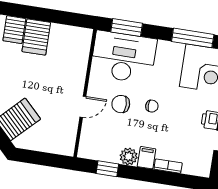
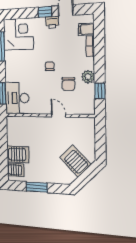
desk: (123, 57) -> (17, 98), width x0.73, depth x0.77
chair: (121, 104) -> (68, 84), moved
filing cabinet: (147, 158) -> (86, 29), moved

